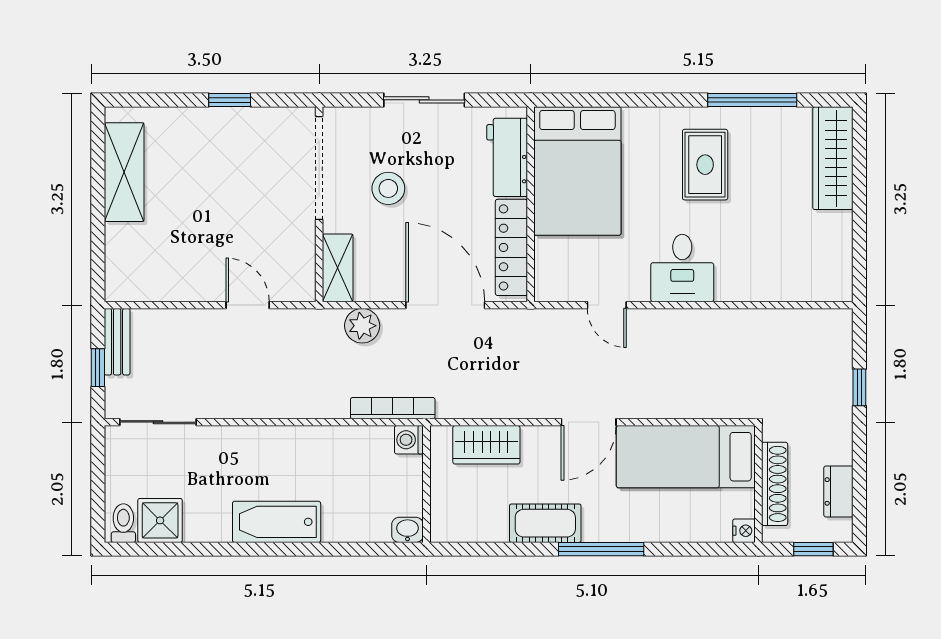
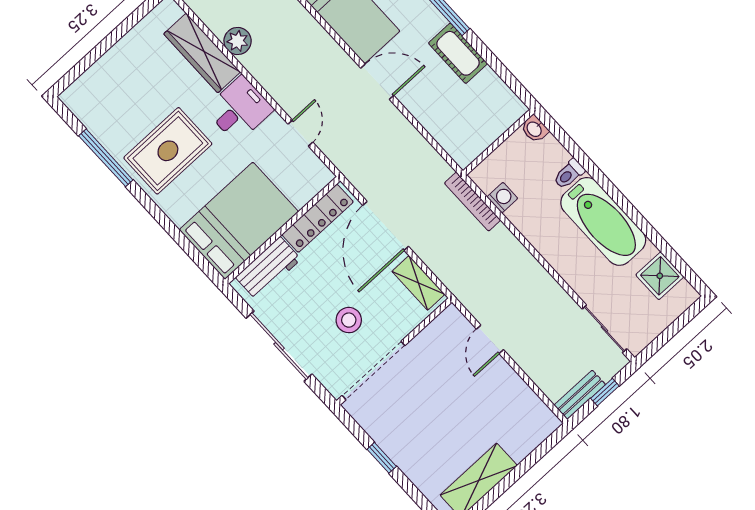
sliding door: (424, 100) -> (279, 346), width x1.37
wardrobe: (833, 158) -> (202, 53), moved, turned 90
rug: (705, 165) -> (168, 151), width x1.36, depth x1.43
shelving: (338, 268) -> (418, 283), moved, turned 90
plant: (362, 326) -> (238, 41), moved
washing machine: (409, 440) -> (502, 198), moved, turned -90
wardrobe: (486, 445) -> (444, 128), removed
bathtub: (277, 522) -> (603, 221), width x1.36, depth x1.36
toilet: (123, 523) -> (569, 174), moved

